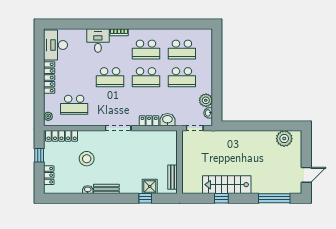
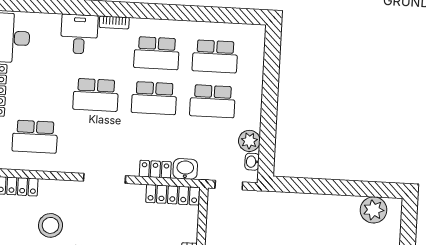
locker: (160, 136) -> (173, 195), added

